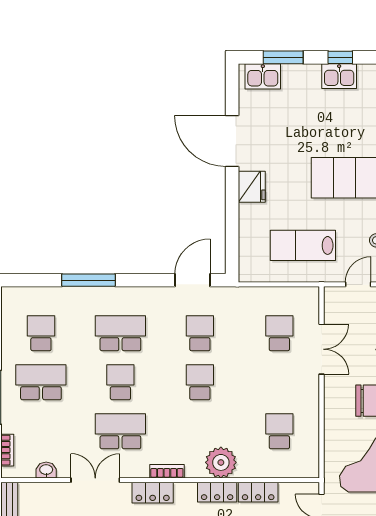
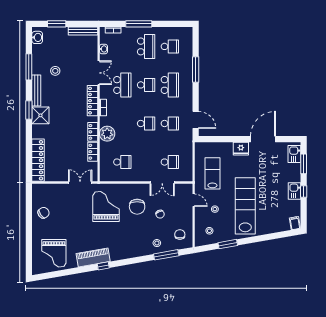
locker: (153, 493) -> (93, 101), width x1.53

